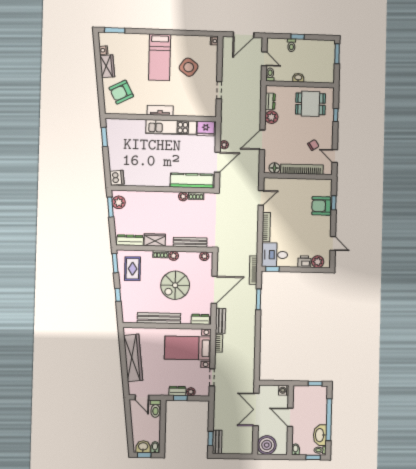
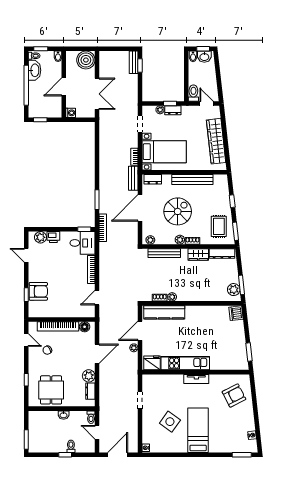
wardrobe: (107, 66) -> (248, 420), removed
dining table: (310, 104) -> (51, 390), turned 90
door: (290, 417) -> (64, 87), swing flipped

